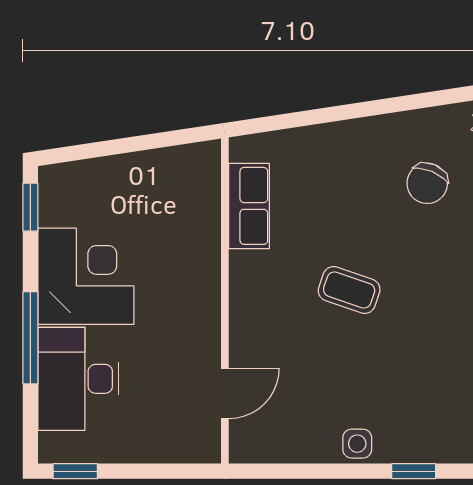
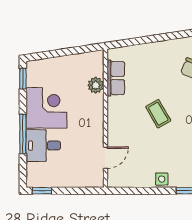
plant: (202, 223) -> (96, 85), added
coffee table: (349, 290) -> (158, 114), turned 41
desk: (78, 379) -> (43, 146), width x0.73

